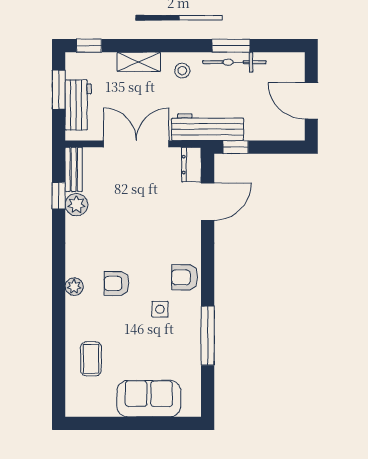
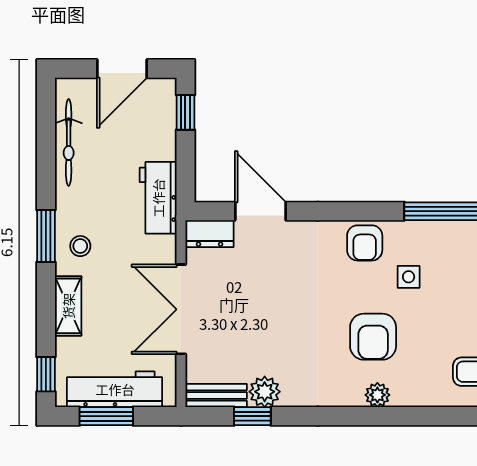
window: (231, 46) -> (46, 236), moved
bicycle: (234, 62) -> (69, 142), moved
workbench: (78, 105) -> (115, 389), width x1.37
workbench: (208, 127) -> (158, 198), width x0.73
window: (236, 147) -> (185, 112), moved
armchair: (116, 283) -> (373, 337), width x1.38, depth x1.38

